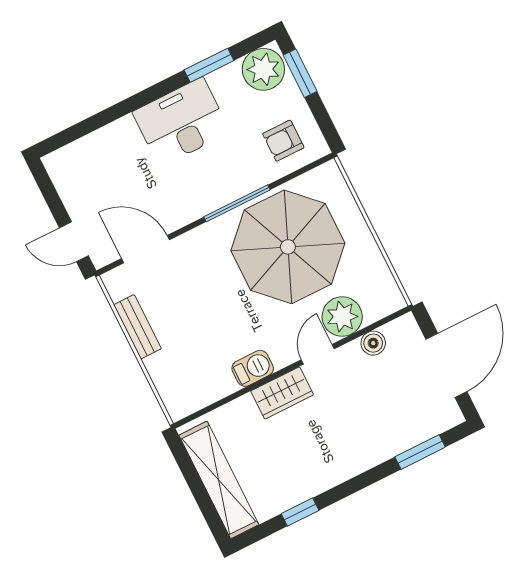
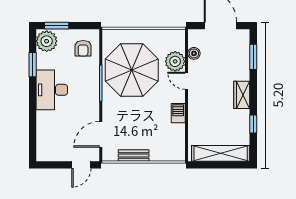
wardrobe: (282, 393) -> (242, 95), moved, turned 180

